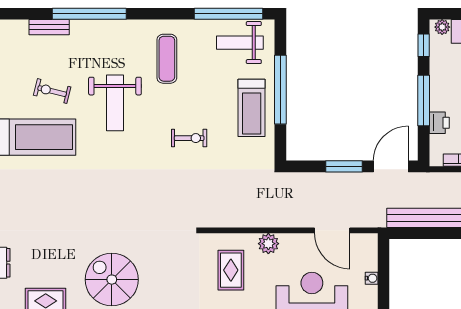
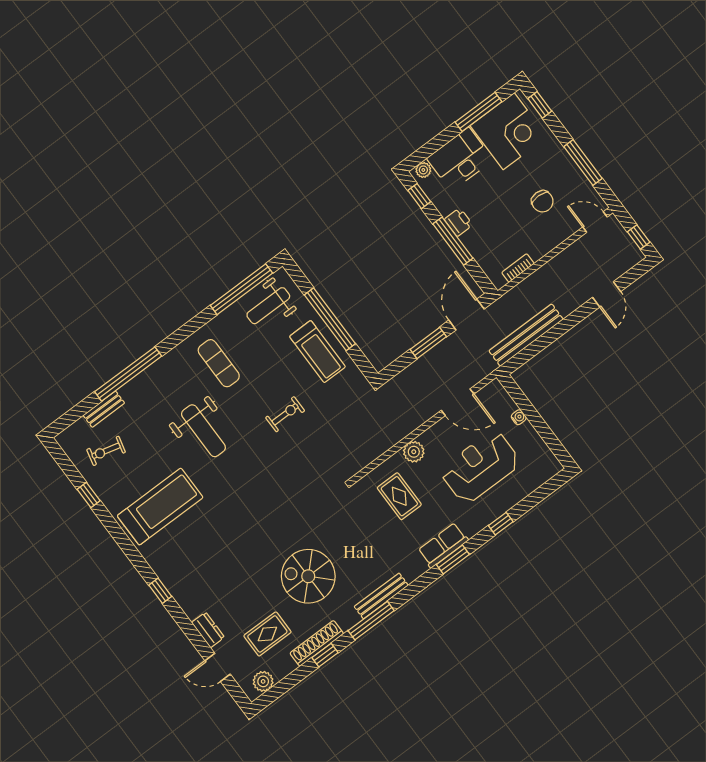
exercise bike: (52, 91) -> (106, 451), moved
printer: (439, 123) -> (459, 222), moved

